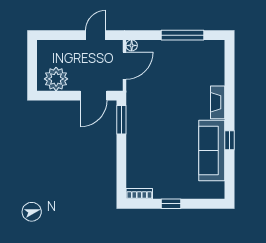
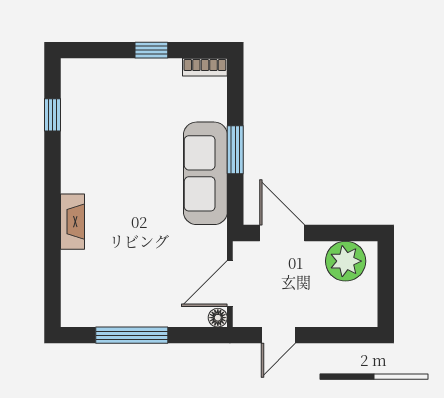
door: (94, 96) -> (282, 233), hinge flipped
window: (121, 120) -> (235, 150), moved
window: (229, 140) -> (52, 115), moved
sofa: (212, 150) -> (205, 173), moved, turned 180

